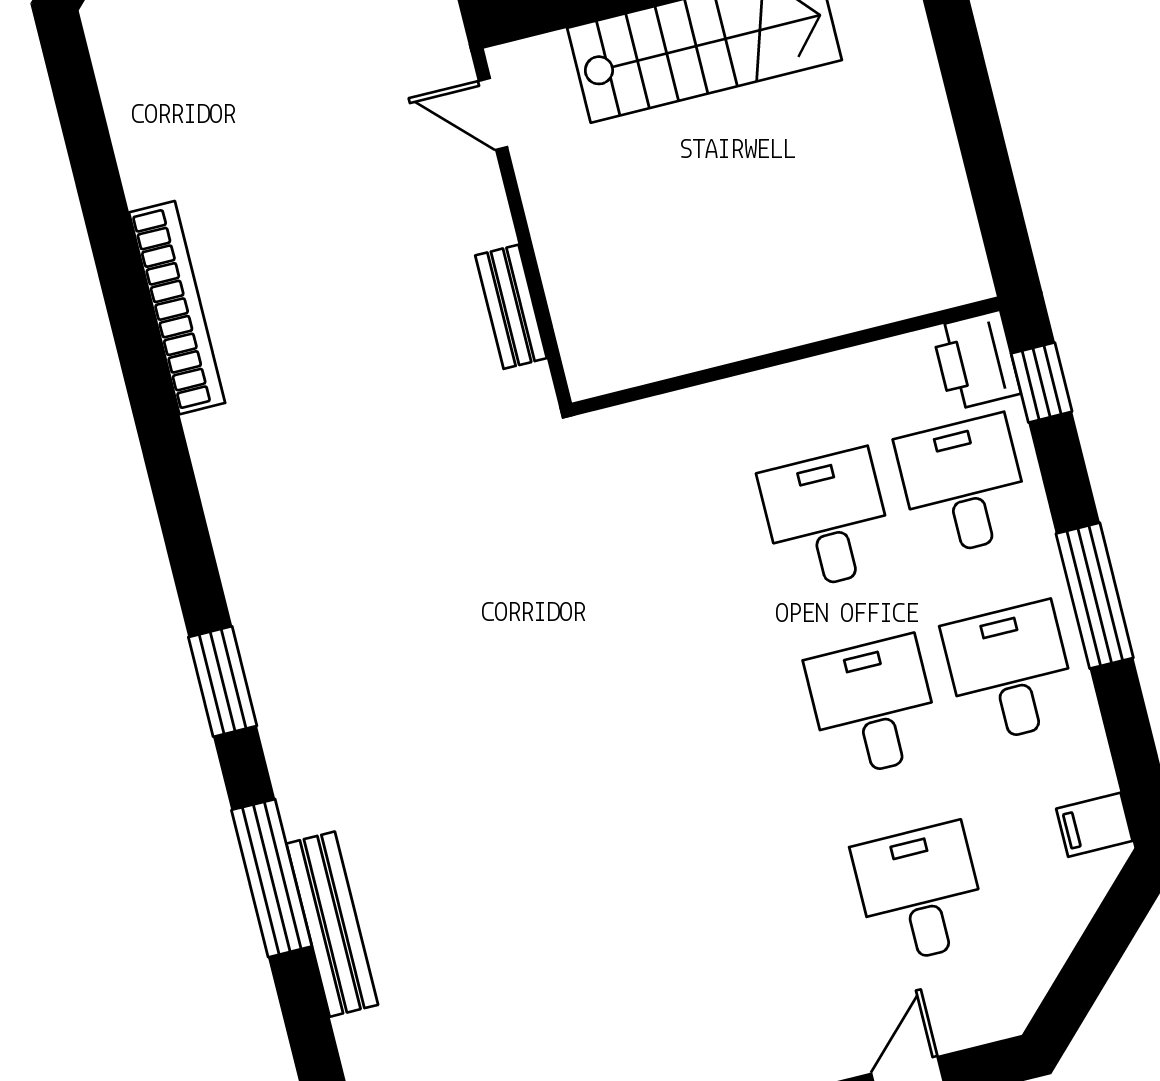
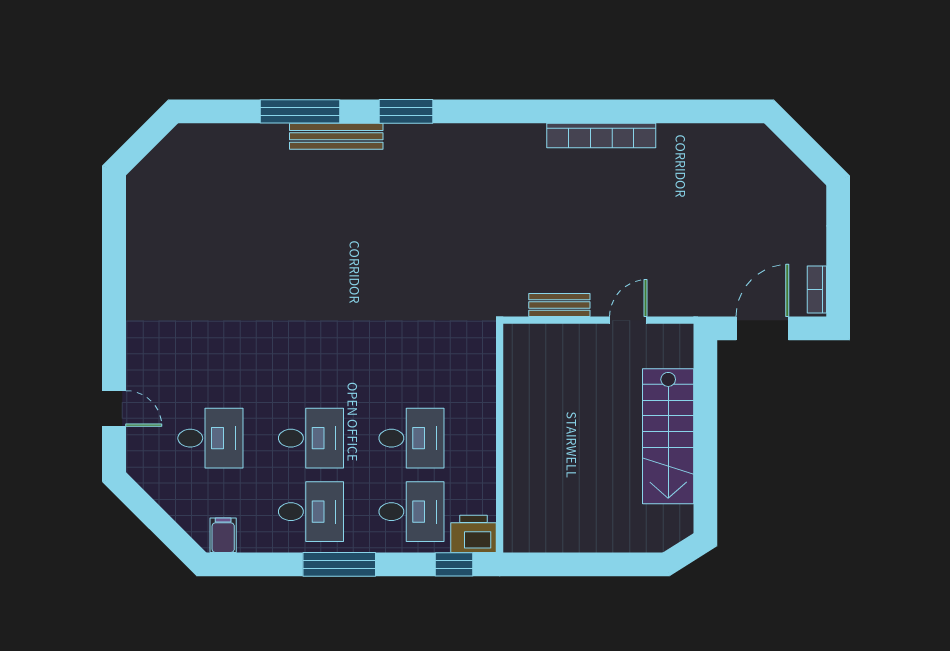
door: (493, 114) -> (628, 320), moved
bench: (332, 924) -> (336, 136), moved

